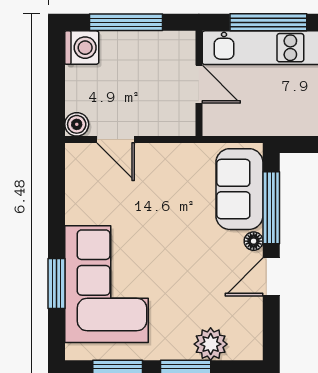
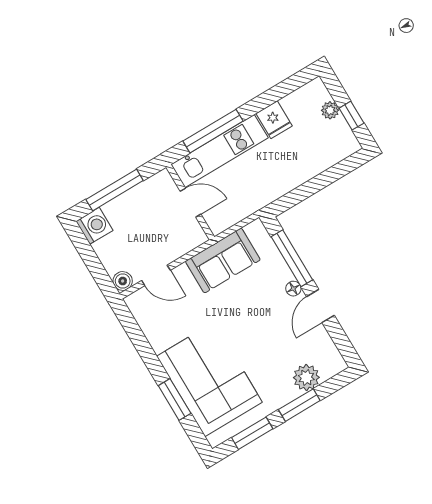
sofa: (239, 189) -> (223, 261), moved, turned -90

